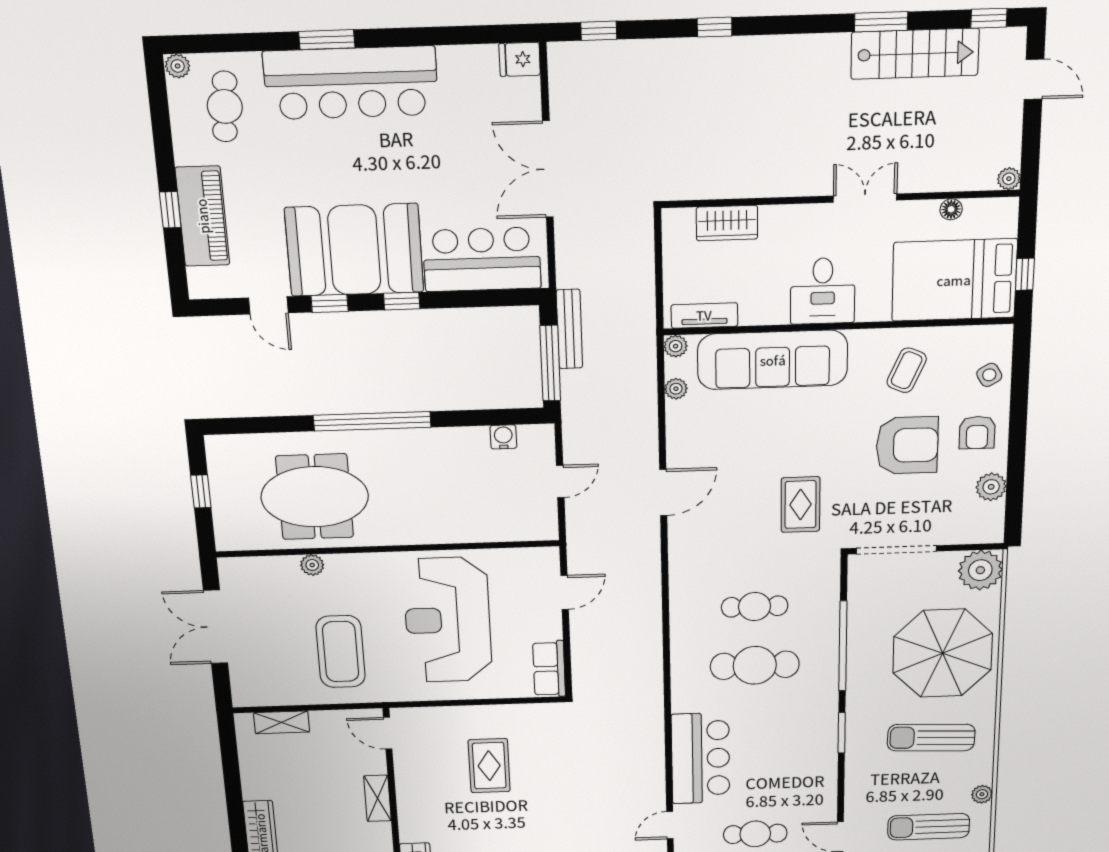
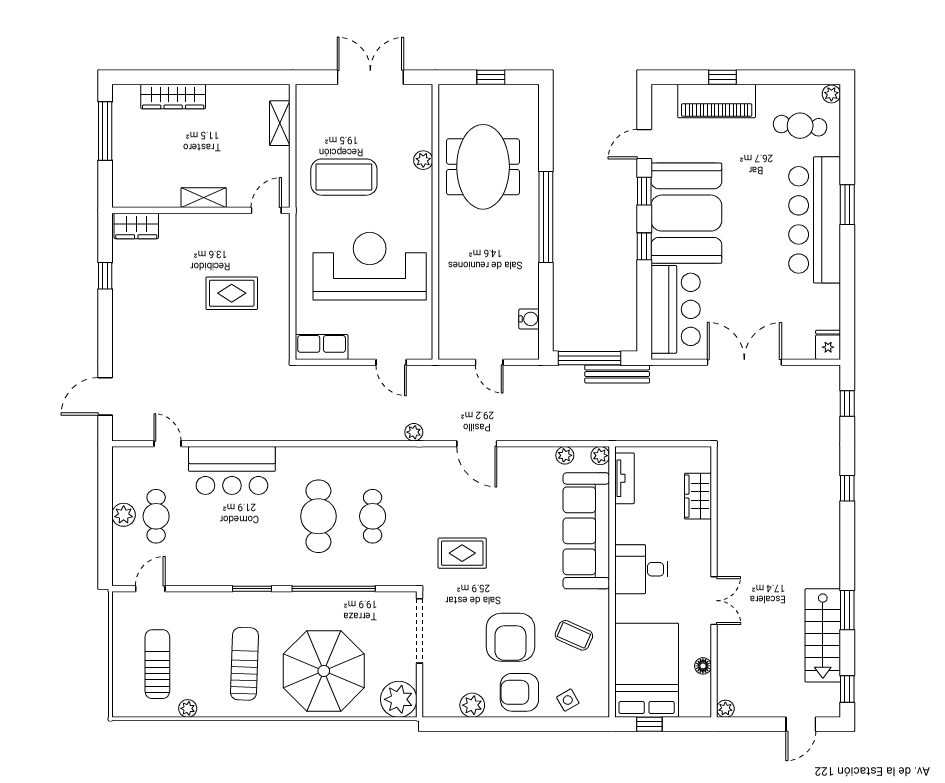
armchair: (977, 433) -> (519, 692), width x1.38, depth x1.38
plant: (650, 564) -> (414, 432), added

